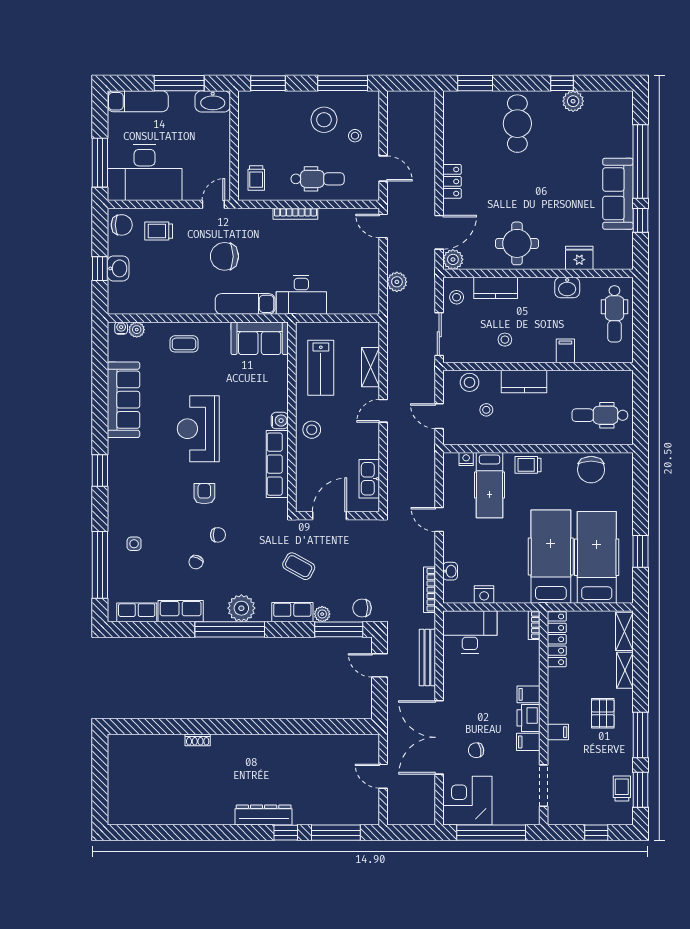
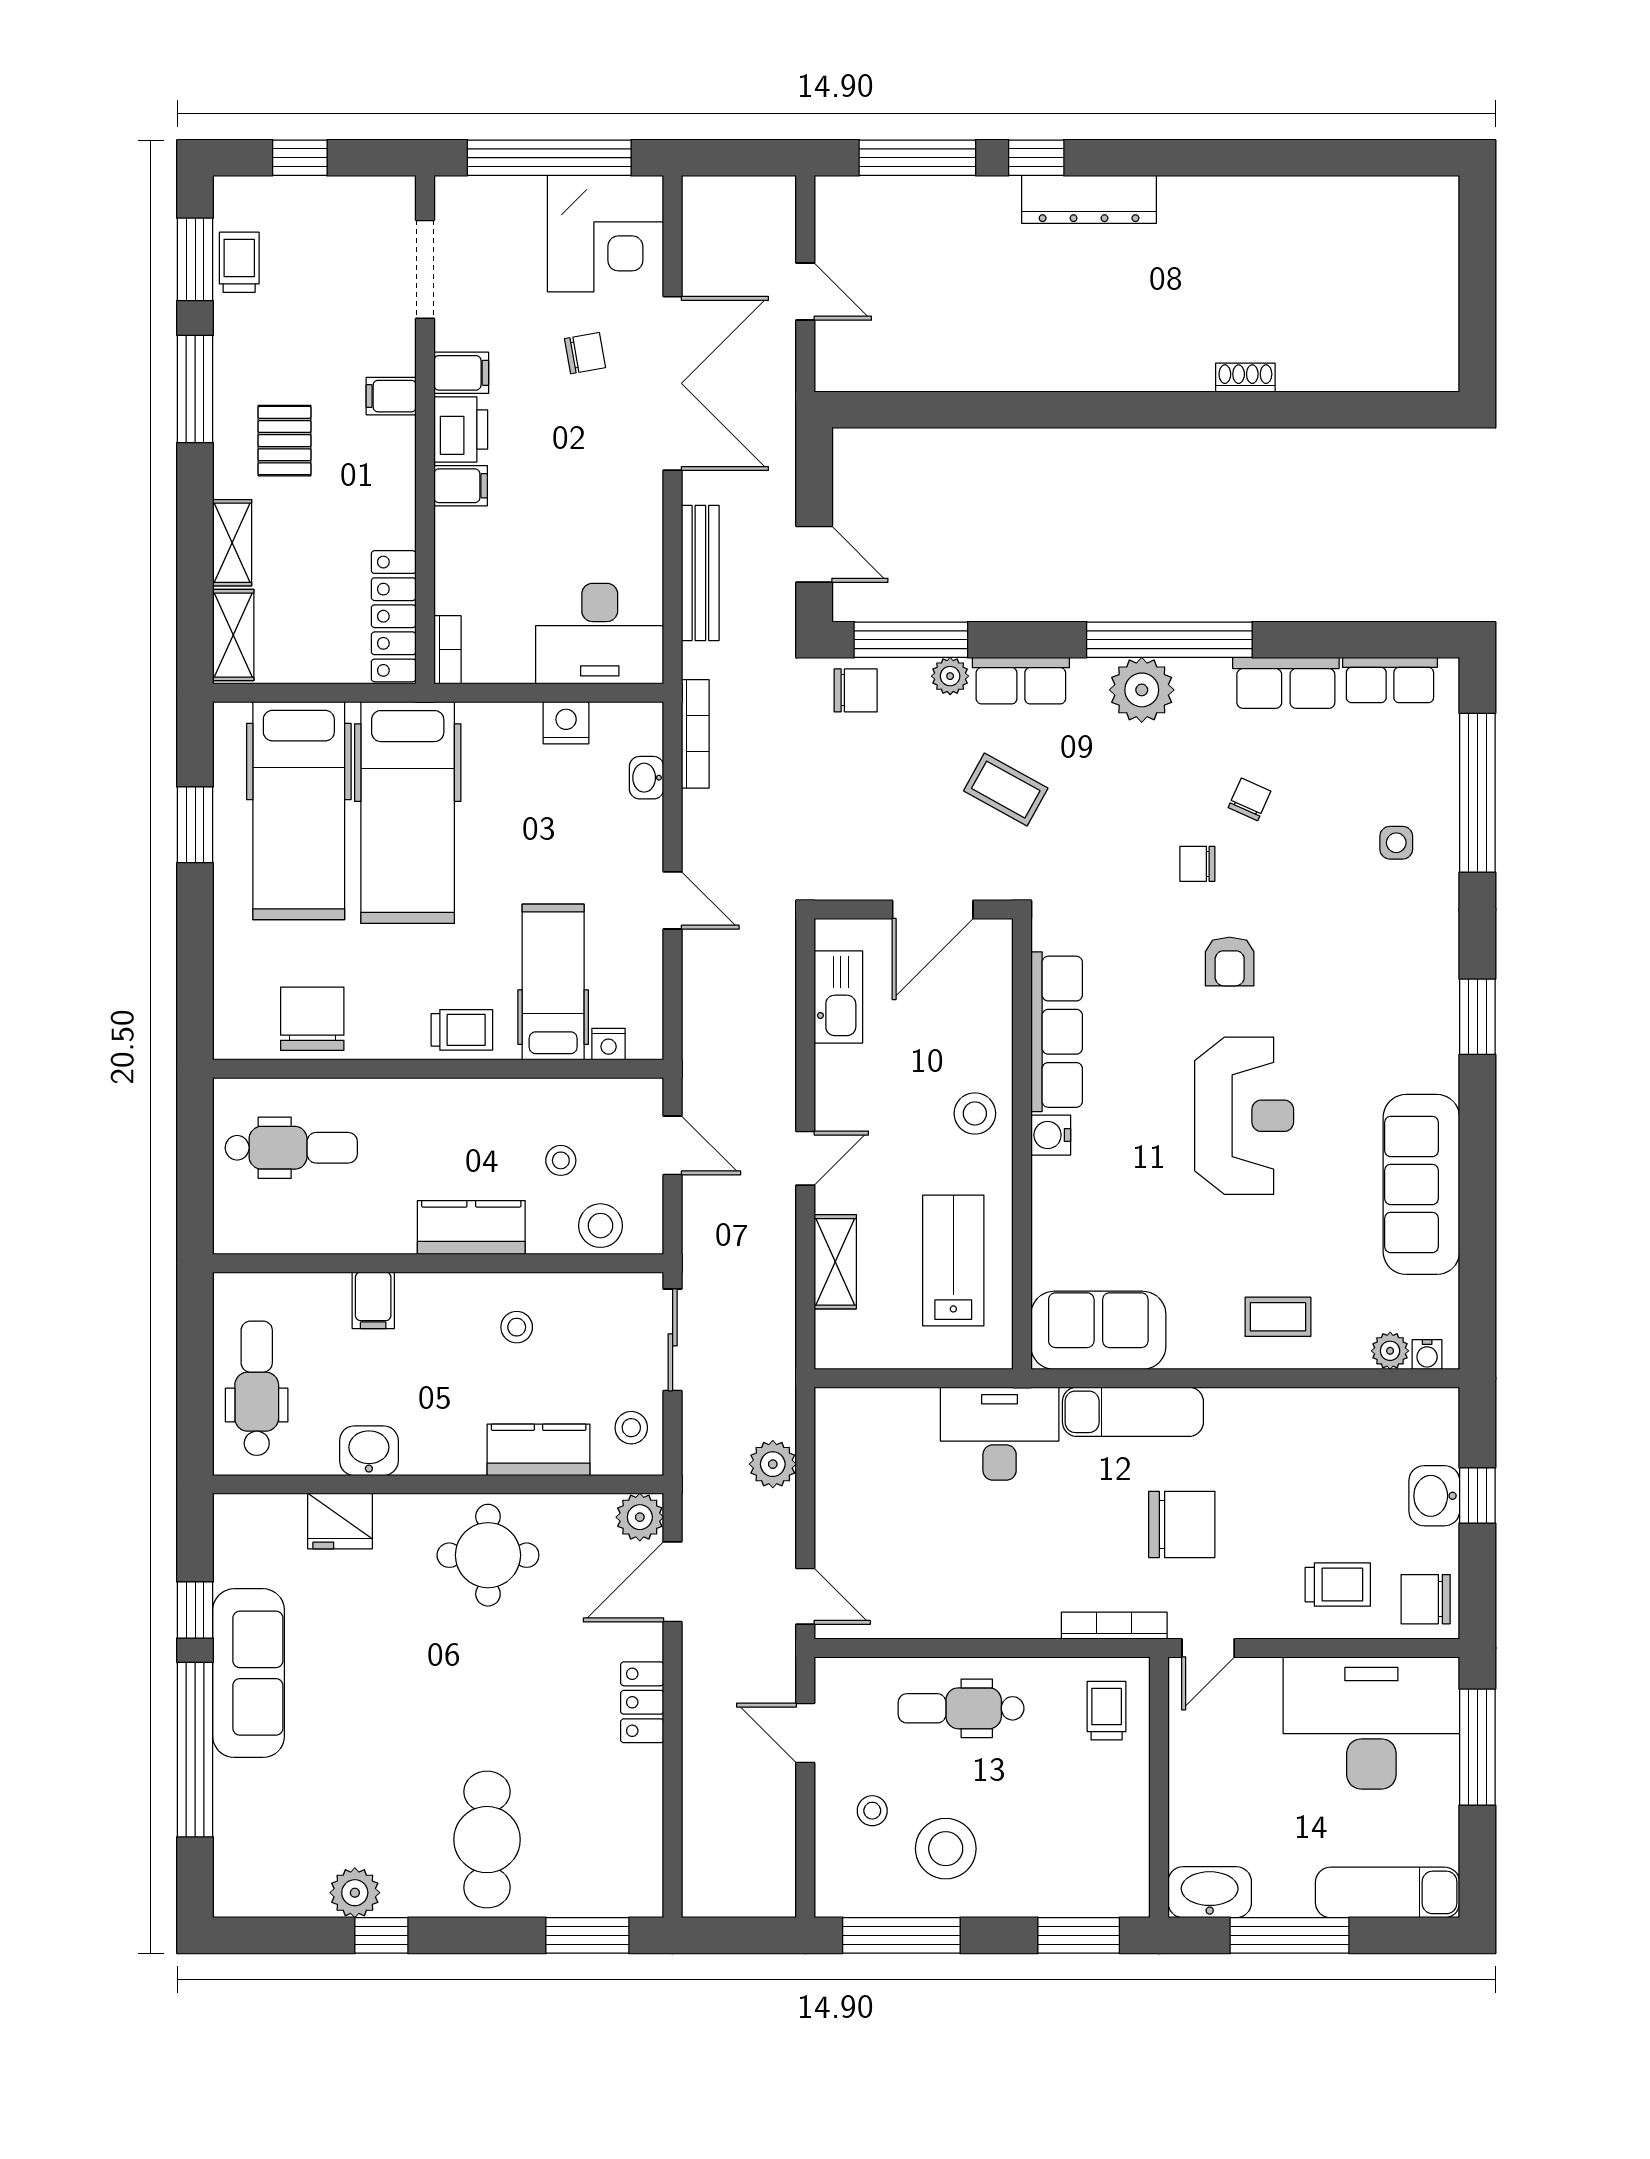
bookcase: (295, 214) -> (1114, 1626), moved
trolley: (622, 789) -> (239, 262), turned 180

